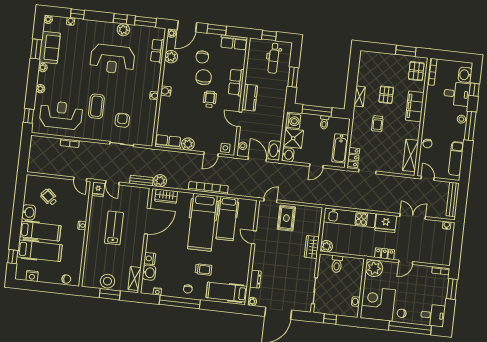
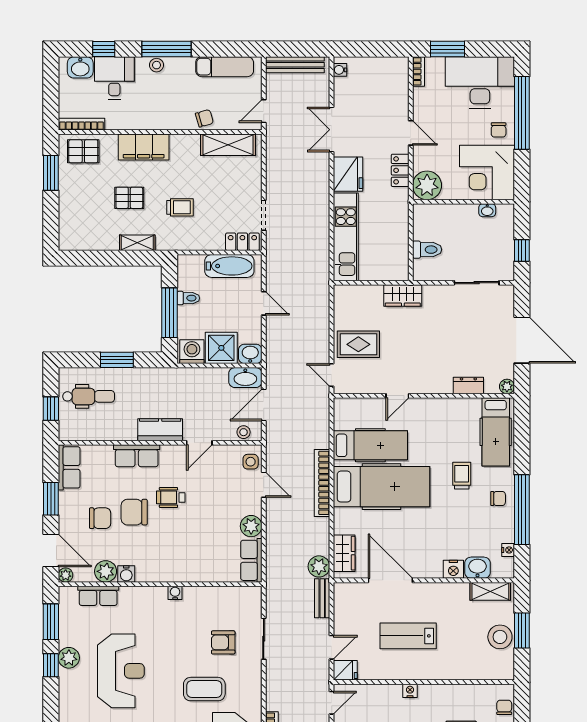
water cooler: (166, 91) -> (126, 574), moved
plant: (326, 246) -> (399, 271), removed
desk: (433, 315) -> (480, 82), width x1.87, depth x1.30

